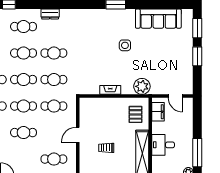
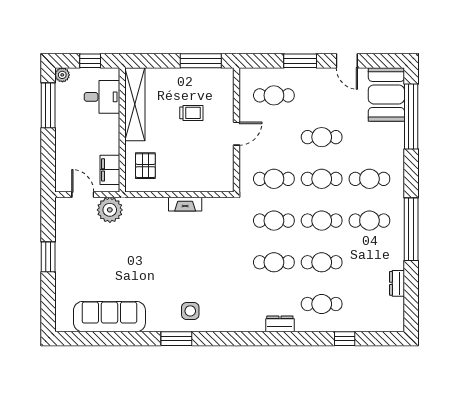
window: (197, 28) -> (48, 302), removed
side table: (125, 45) -> (190, 311), moved
plant: (142, 86) -> (110, 210), moved
desk: (163, 145) -> (102, 97), moved

